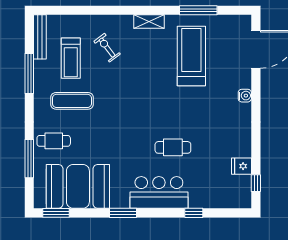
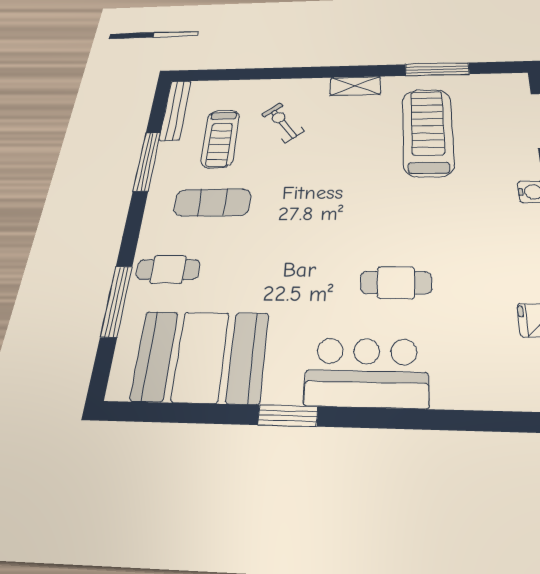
window: (56, 213) -> (147, 412), removed
window: (194, 213) -> (443, 420), removed

